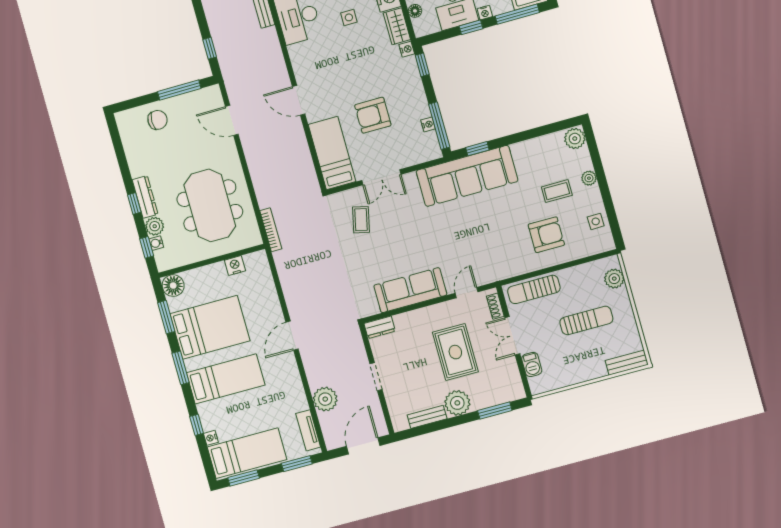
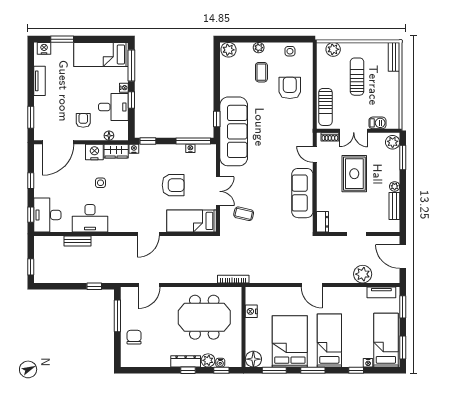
armchair: (373, 115) -> (173, 185), turned -90
rug: (455, 352) -> (354, 174), turned 90
plant: (511, 392) -> (393, 142), added
plant: (457, 403) -> (395, 186), width x0.53, depth x0.53

